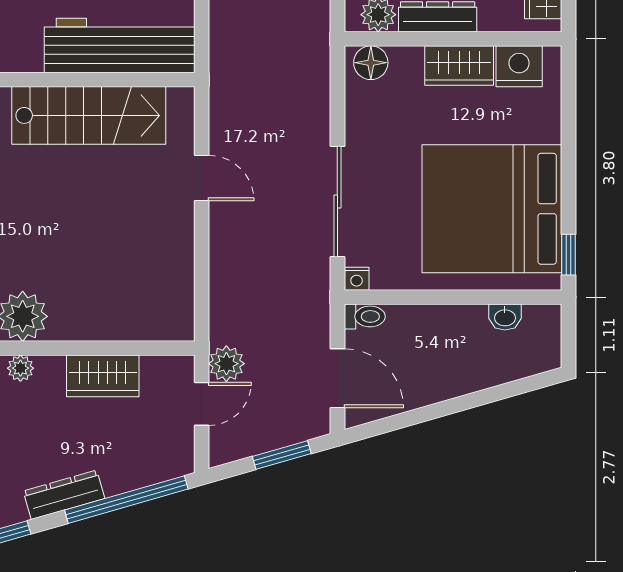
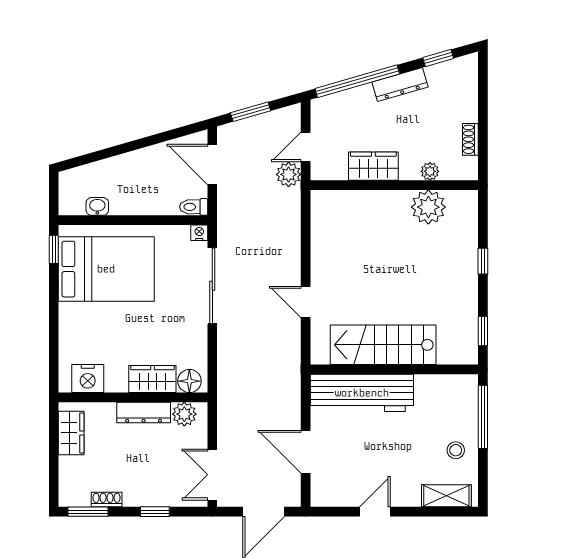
wardrobe: (459, 66) -> (152, 379), moved
bed: (492, 209) -> (106, 269), width x0.73

